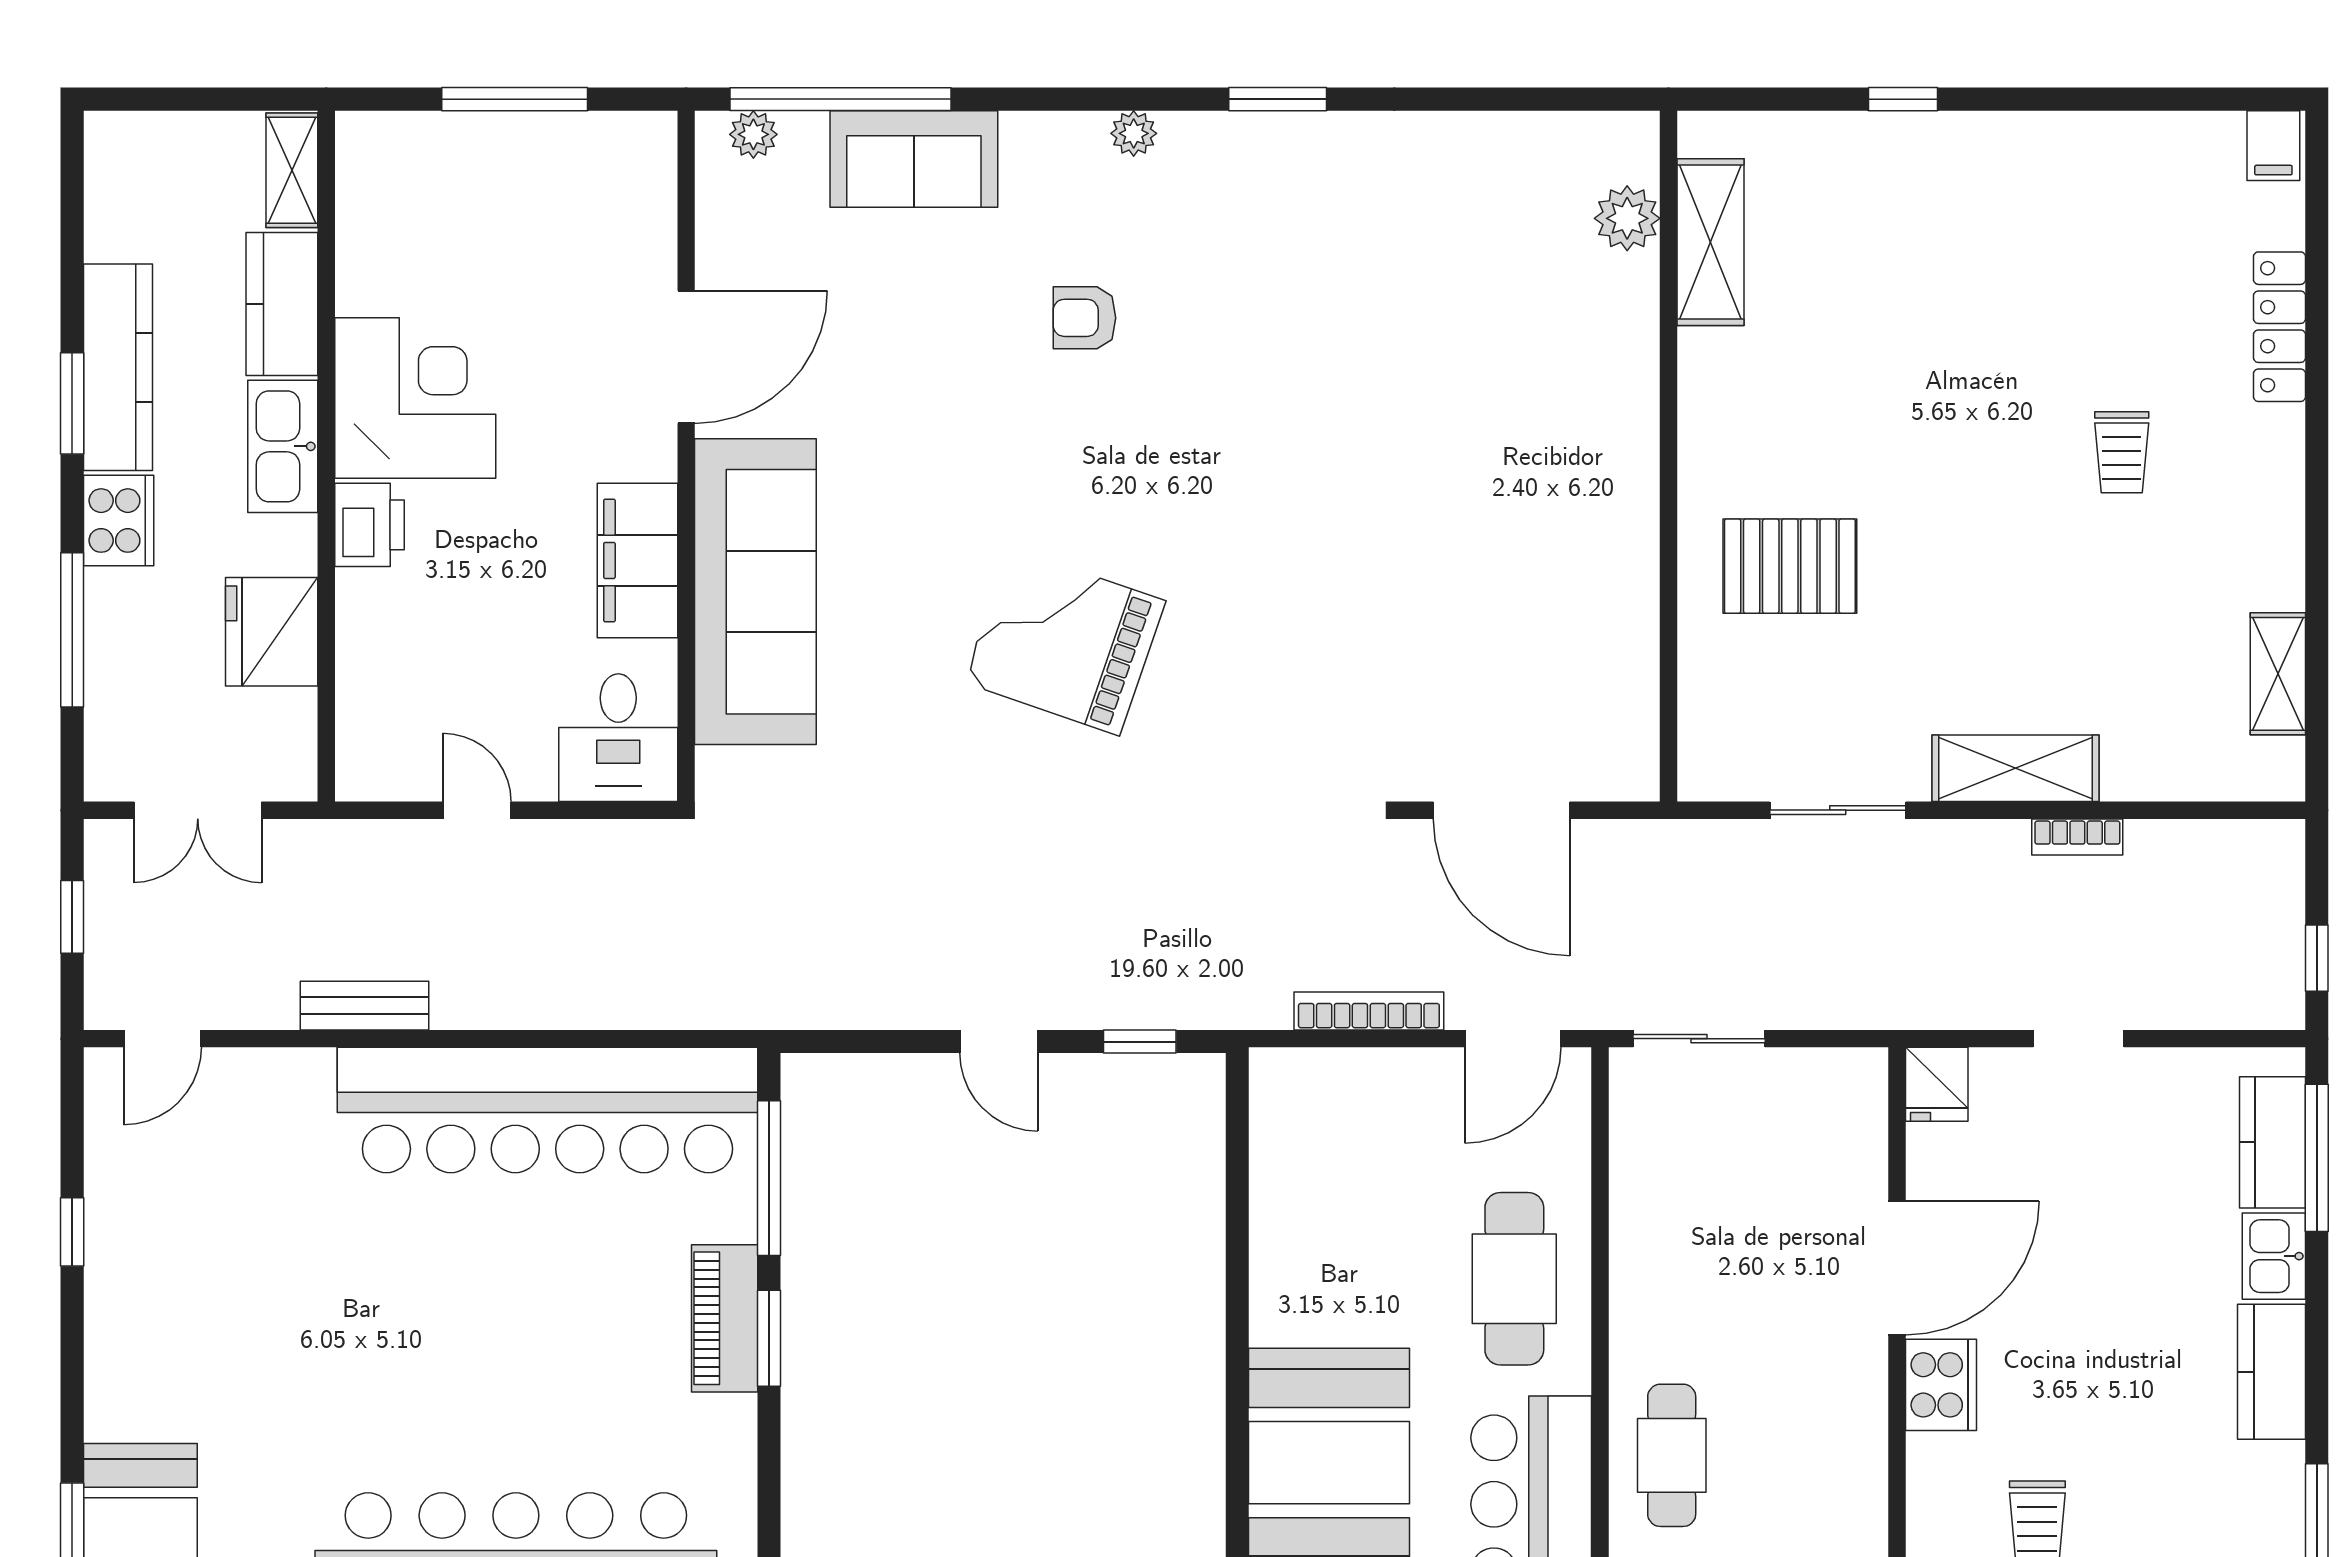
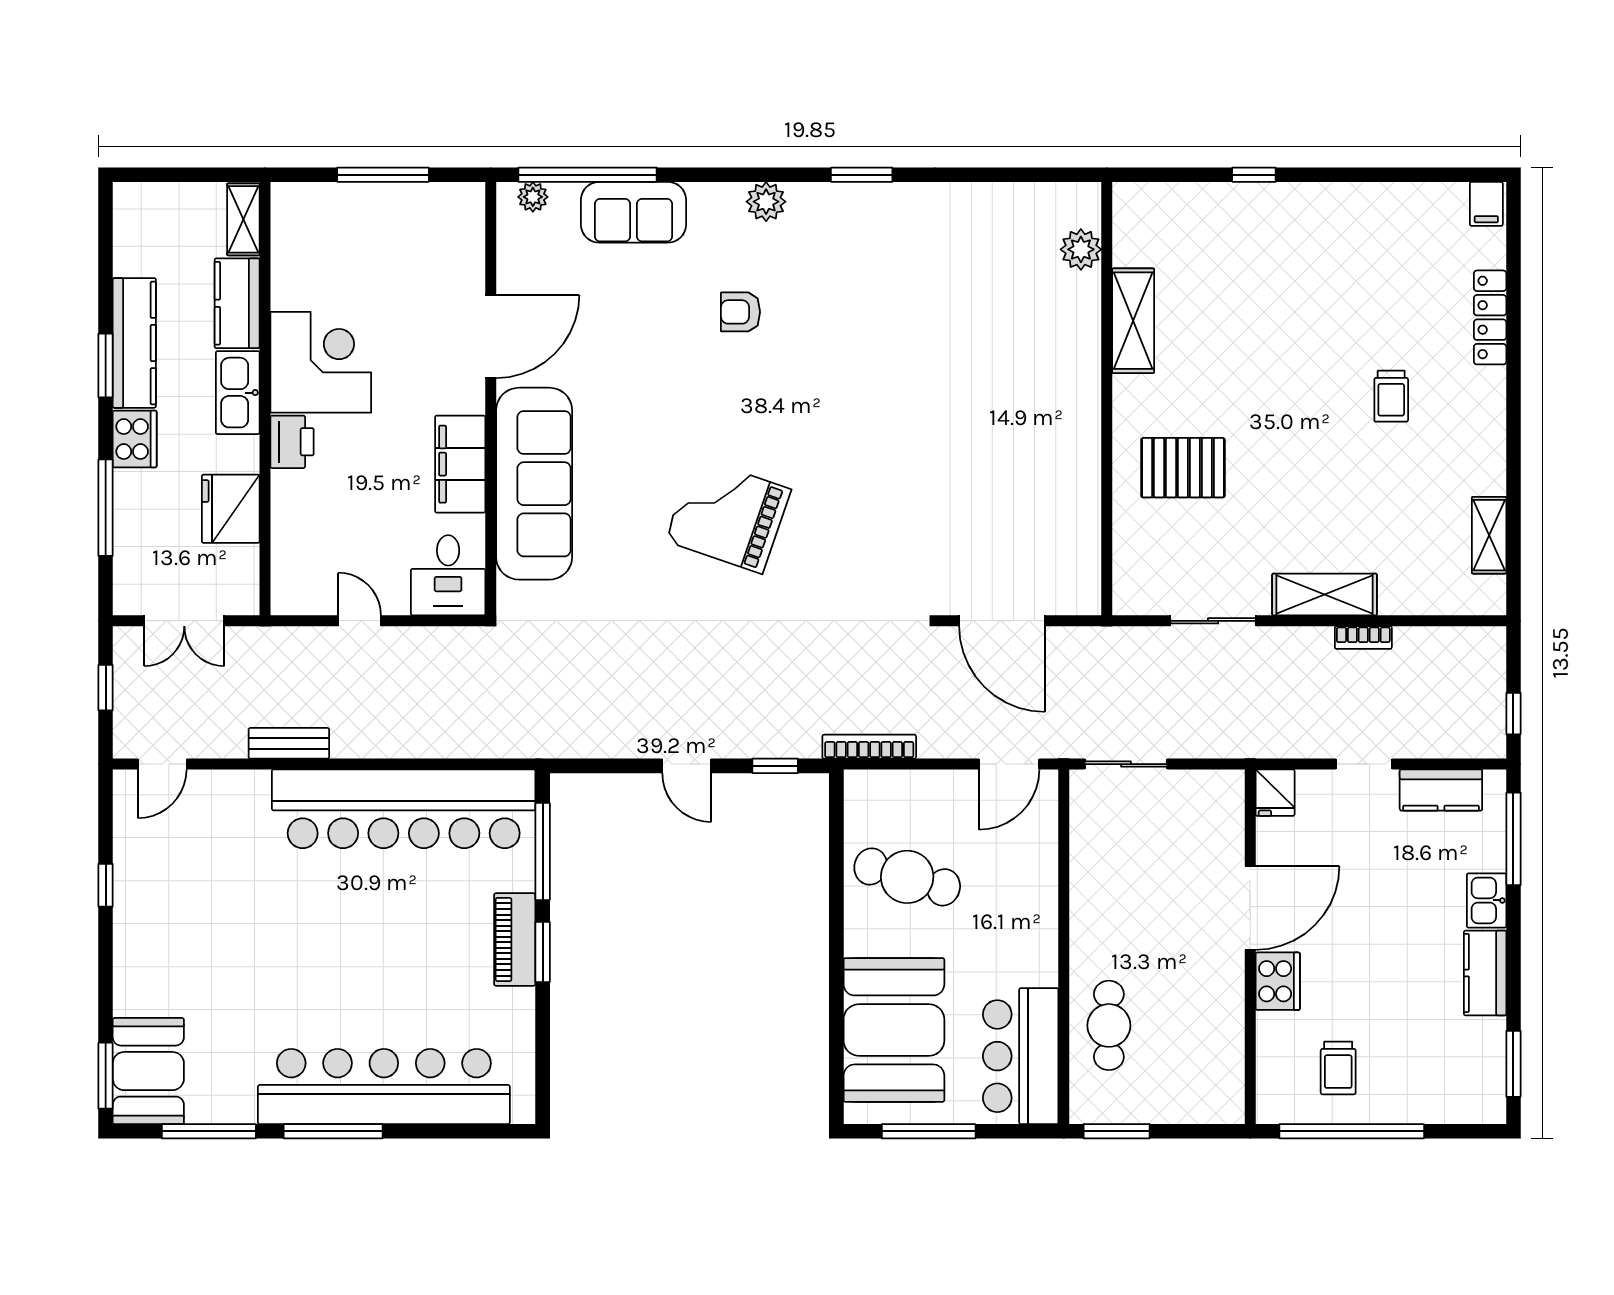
plant: (1134, 133) -> (766, 202), width x1.38, depth x1.38
shelving: (1711, 242) -> (1133, 321), moved
bookcase: (1369, 1011) -> (869, 747), moved
kitchen counter: (2272, 1142) -> (1441, 790), moved, turned -90
cafe table: (1514, 1279) -> (907, 877), moved, turned -74

